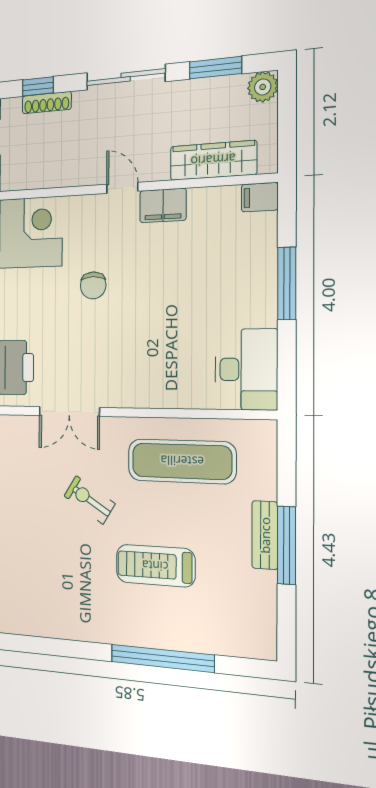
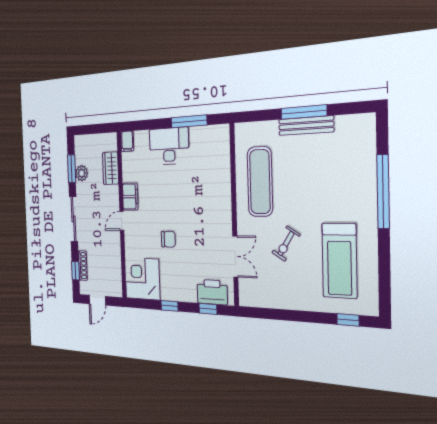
plant: (263, 87) -> (82, 173), moved
wardrobe: (213, 160) -> (111, 168), width x0.67
window: (287, 284) -> (189, 121), moved
desk: (246, 369) -> (169, 146), moved
bench: (265, 535) -> (306, 126), width x1.36
treadmill: (155, 566) -> (339, 261), moved, width x1.37, depth x1.38

